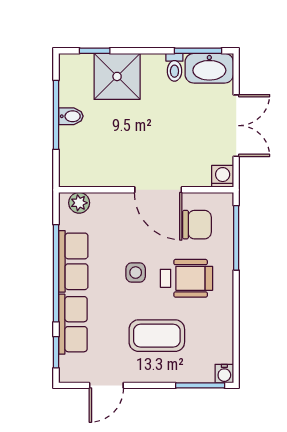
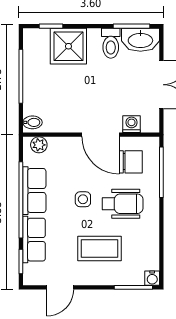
toilet: (174, 67) -> (111, 43), width x1.37, depth x1.39
bidet: (71, 116) -> (32, 122), moved
washing machine: (223, 176) -> (131, 124), moved

